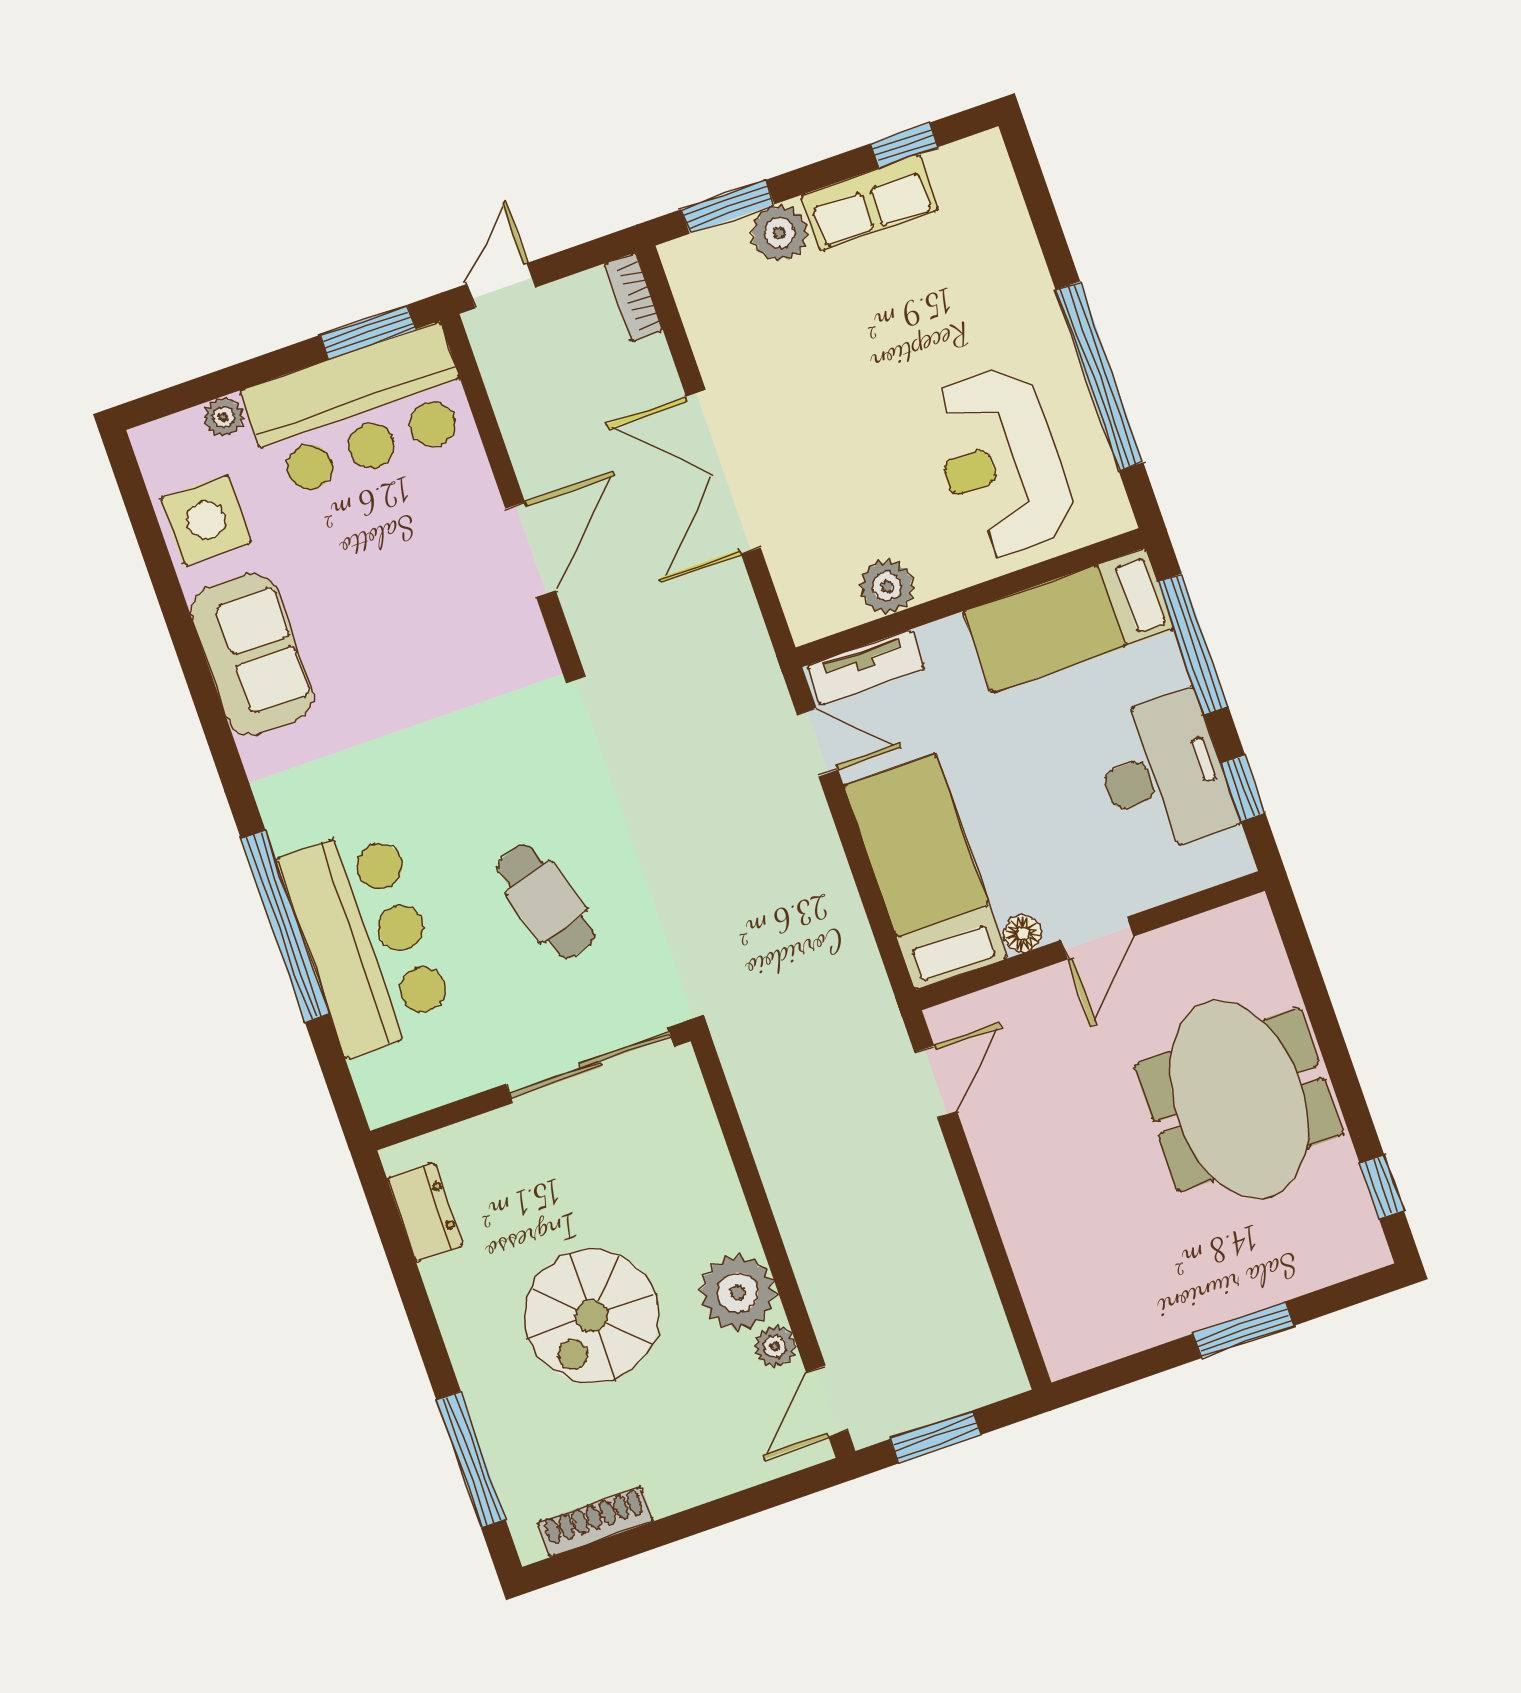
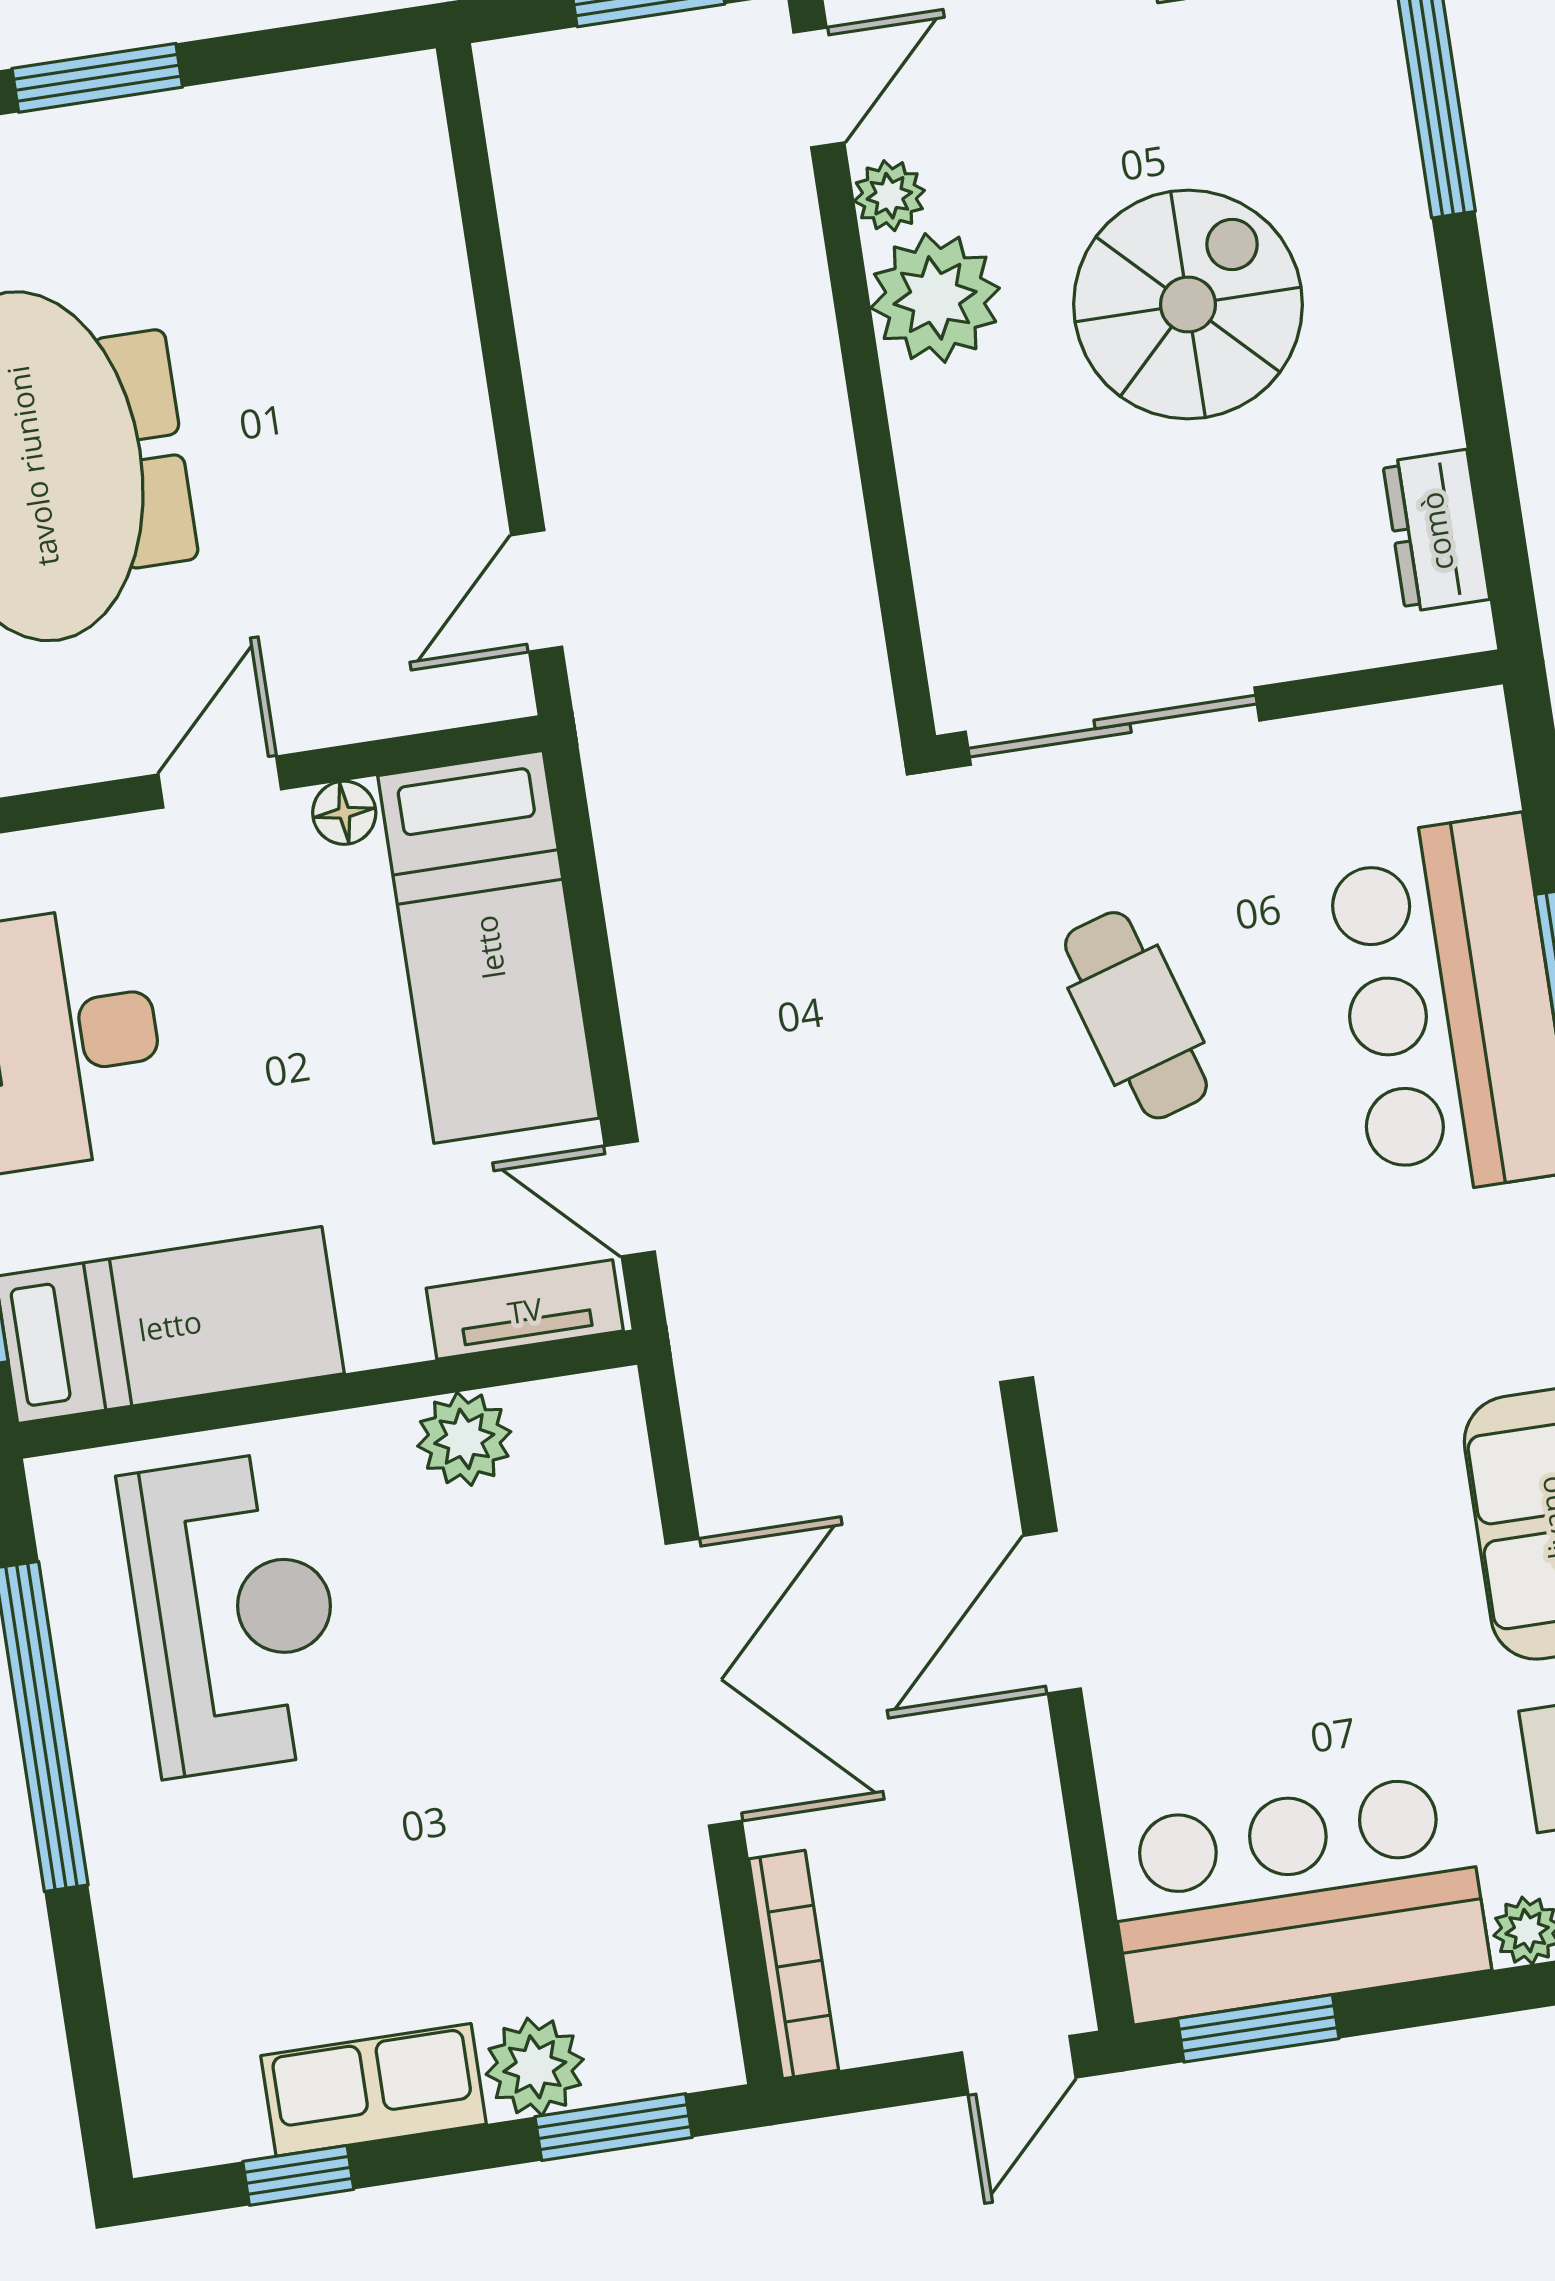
bookcase: (634, 297) -> (794, 1965), width x1.56

